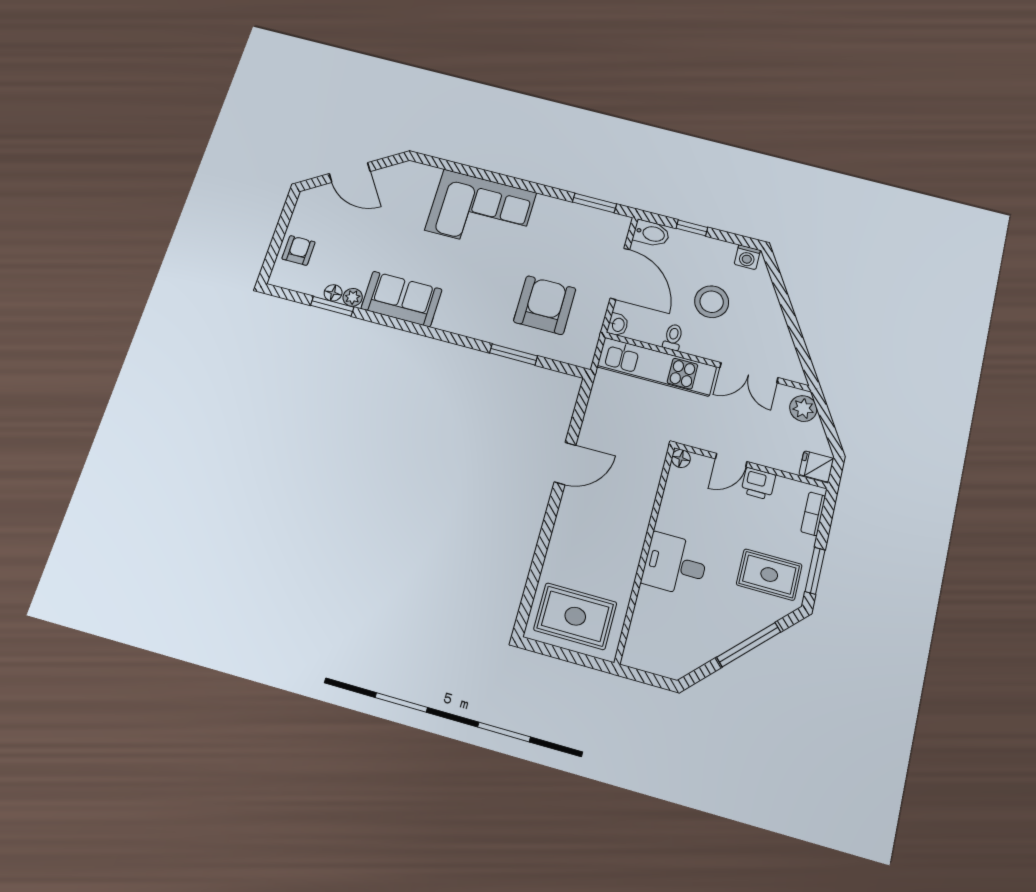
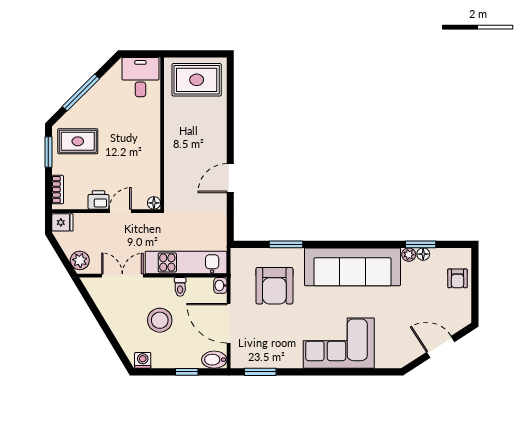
sofa: (402, 299) -> (352, 267), width x1.85, depth x1.27
desk: (675, 564) -> (140, 77), moved, turned -90

